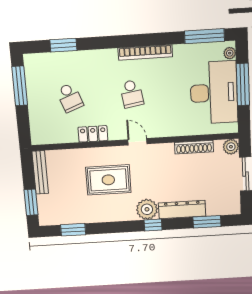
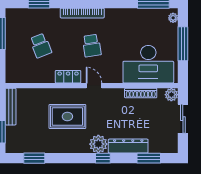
bookcase: (145, 52) -> (82, 13), moved
desk: (214, 93) -> (148, 64), moved, turned 90
locker: (93, 134) -> (68, 77), moved

